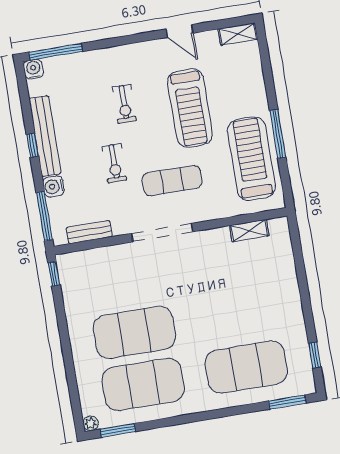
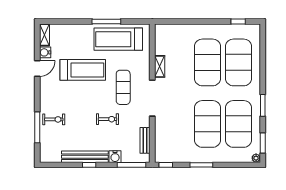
window: (56, 52) -> (37, 127), moved
water cooler: (33, 69) -> (45, 52), moved
exercise bike: (124, 104) -> (54, 119), moved
shelving: (249, 231) -> (160, 66), moved
exercise mat: (237, 315) -> (208, 62), added
window: (64, 334) -> (201, 165), added
window: (287, 402) -> (263, 105), moved

